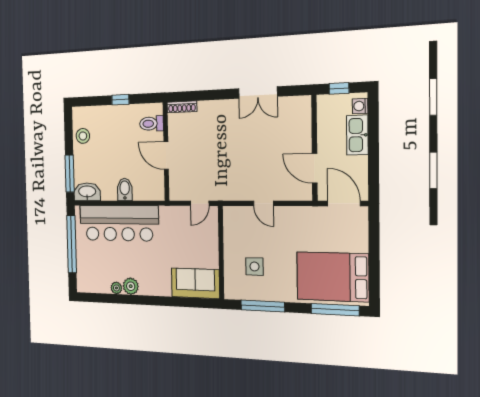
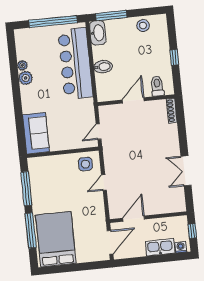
door: (200, 203) -> (99, 132), hinge flipped
side table: (254, 266) -> (85, 164), moved
window: (335, 310) -> (31, 231), moved

